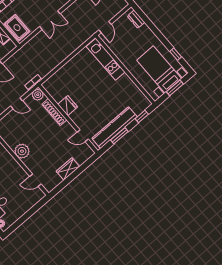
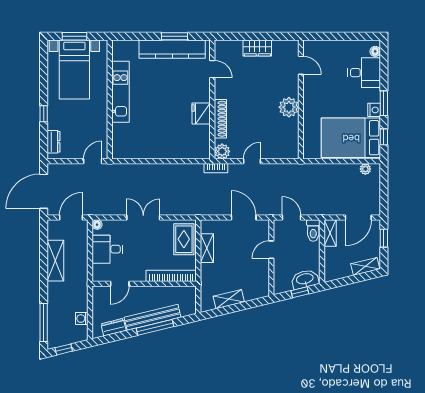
window: (176, 54) -> (44, 114), moved
kitchen unit: (106, 59) -> (120, 92), moved
door: (17, 103) -> (252, 161), hinge flipped
window: (142, 116) -> (134, 36), removed

